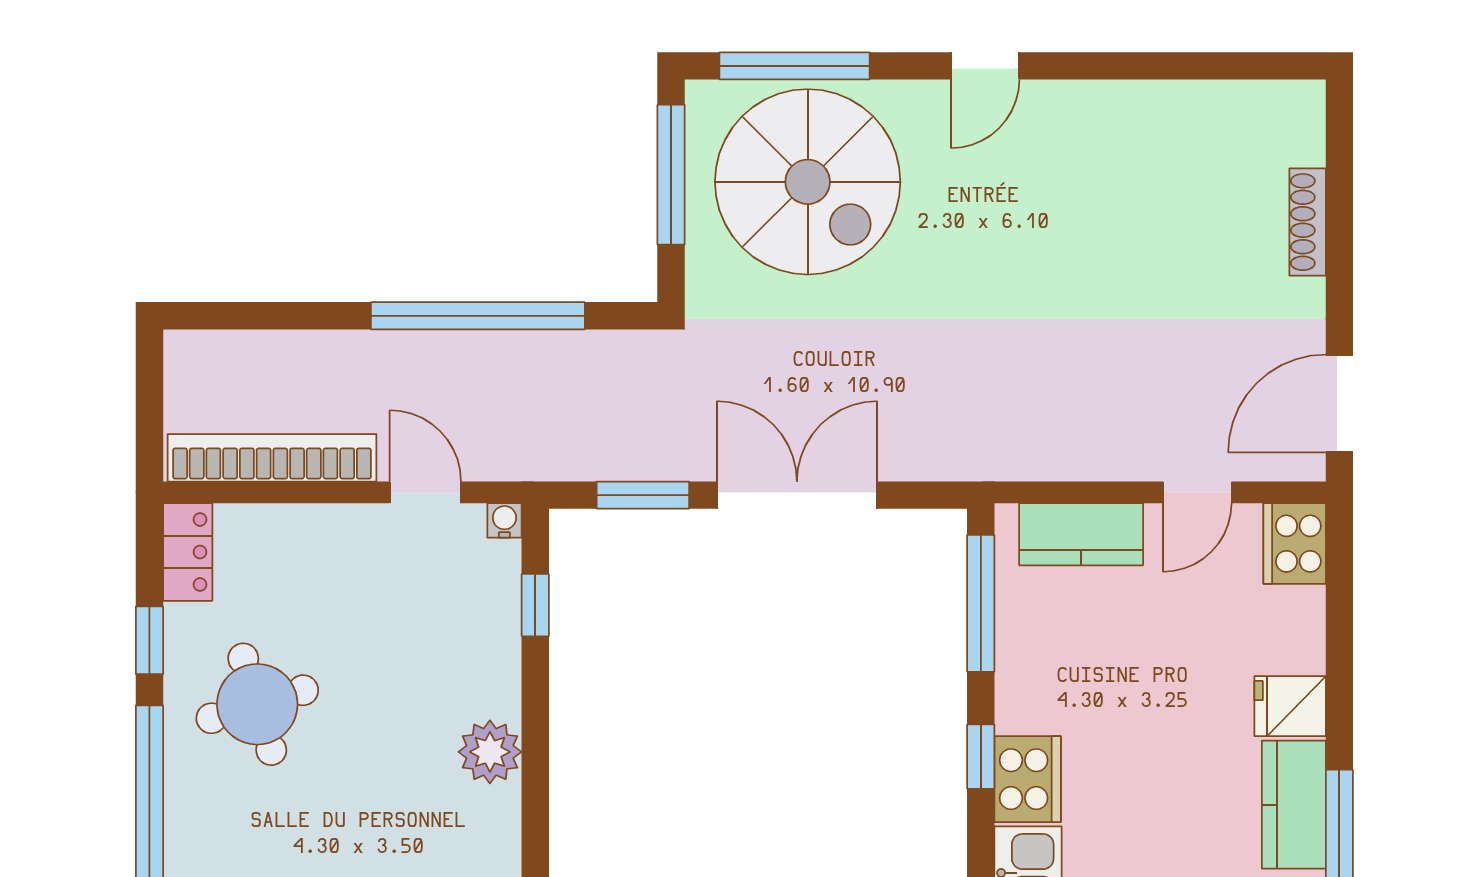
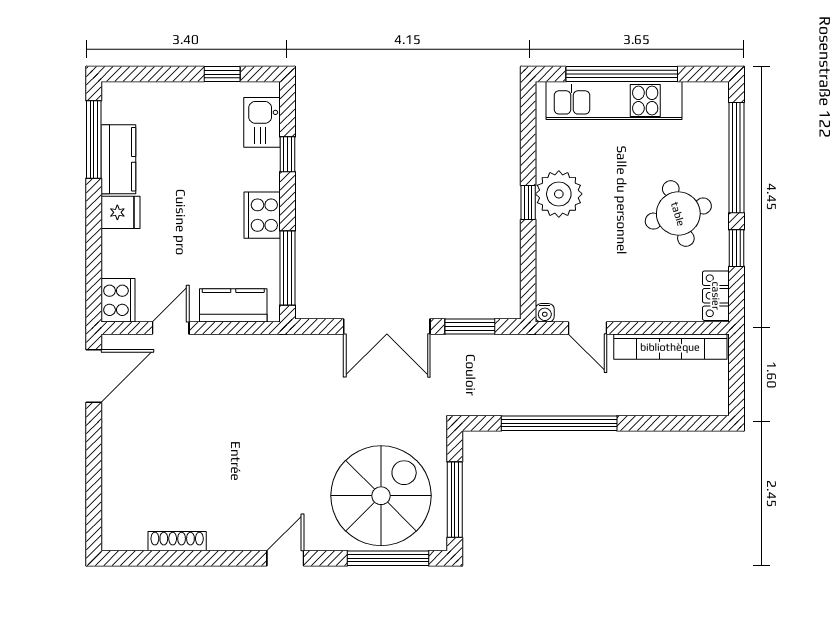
spiral stairs: (808, 182) -> (381, 496), turned 90
shoe rack: (1308, 222) -> (177, 541), moved, turned -90
window: (535, 605) -> (528, 202), moved
plant: (490, 752) -> (559, 194), width x1.36, depth x1.36
window: (981, 757) -> (287, 154), moved
cooker: (1028, 779) -> (262, 215), moved

